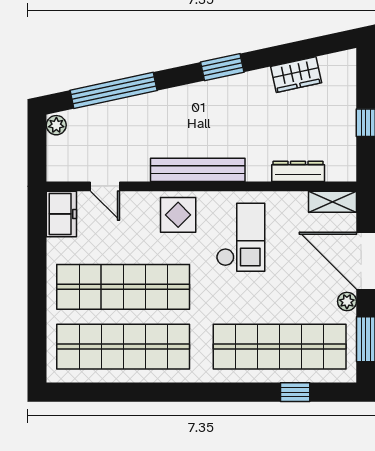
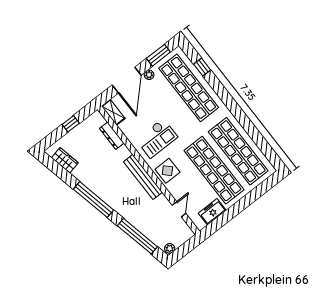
window: (222, 67) -> (94, 200), width x2.11
wardrobe: (296, 75) -> (65, 160), moved
freezer: (61, 214) -> (212, 212), moved
checkout: (241, 237) -> (157, 138), turned 180

